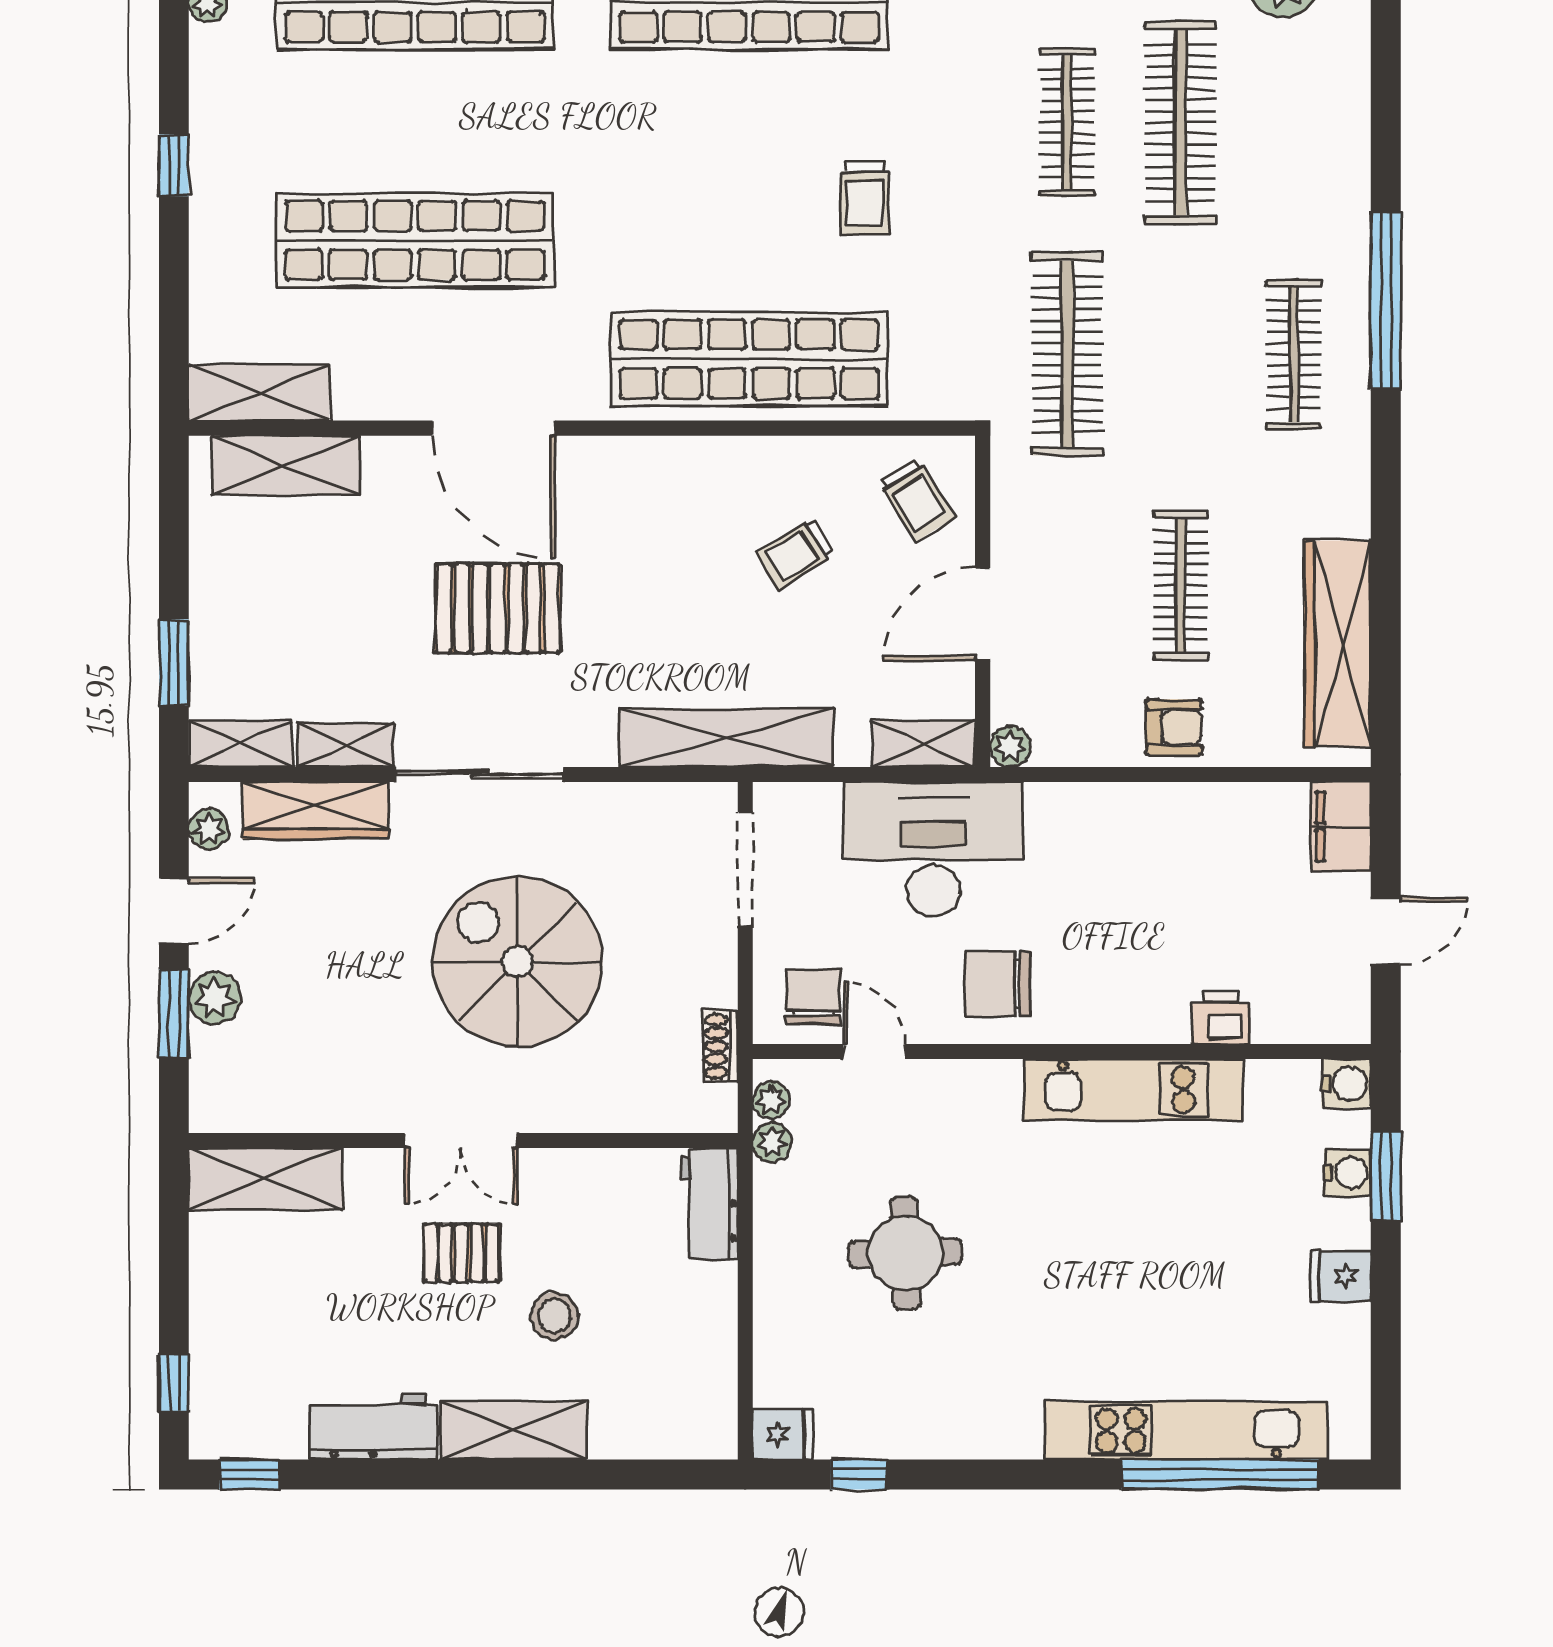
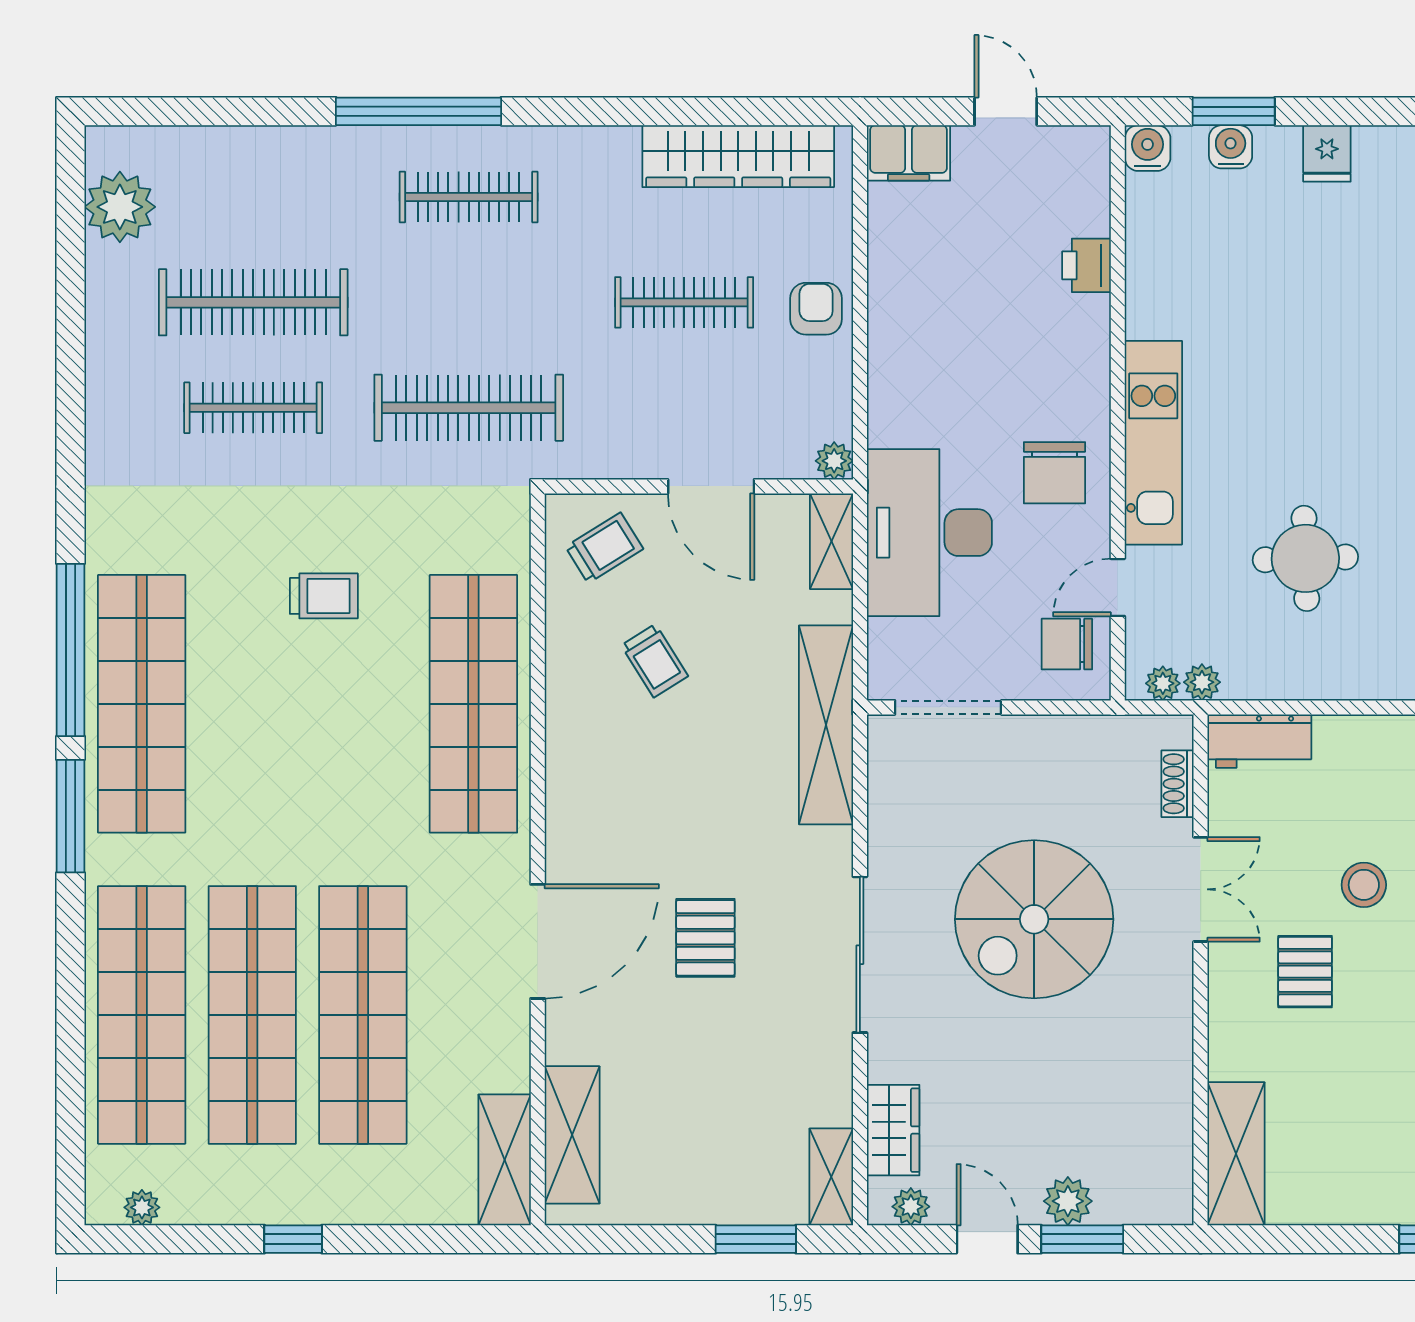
shop shelf: (415, 121) -> (252, 1015), added
pallet: (498, 608) -> (705, 938), width x0.67, depth x0.71
shelving: (345, 745) -> (833, 1080), removed
wardrobe: (315, 810) -> (893, 1130), width x0.67
shoe rack: (720, 1046) -> (1177, 784), moved, turned 90
kitchen unit: (1133, 1090) -> (1153, 443), moved
double door: (461, 1141) -> (1201, 889), moved

